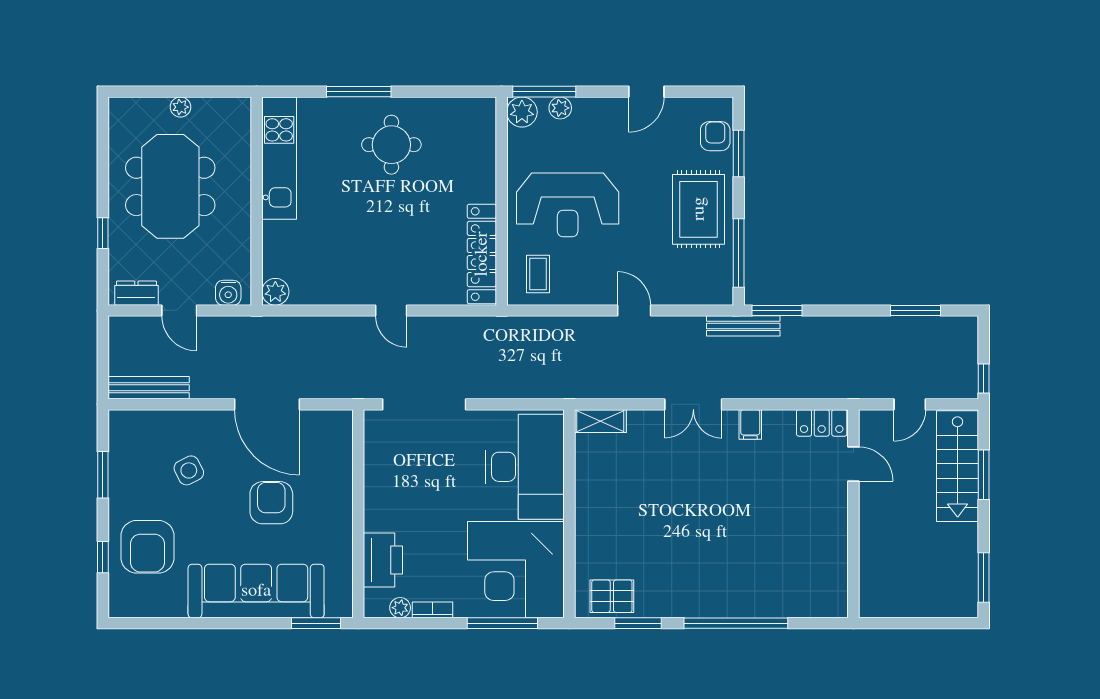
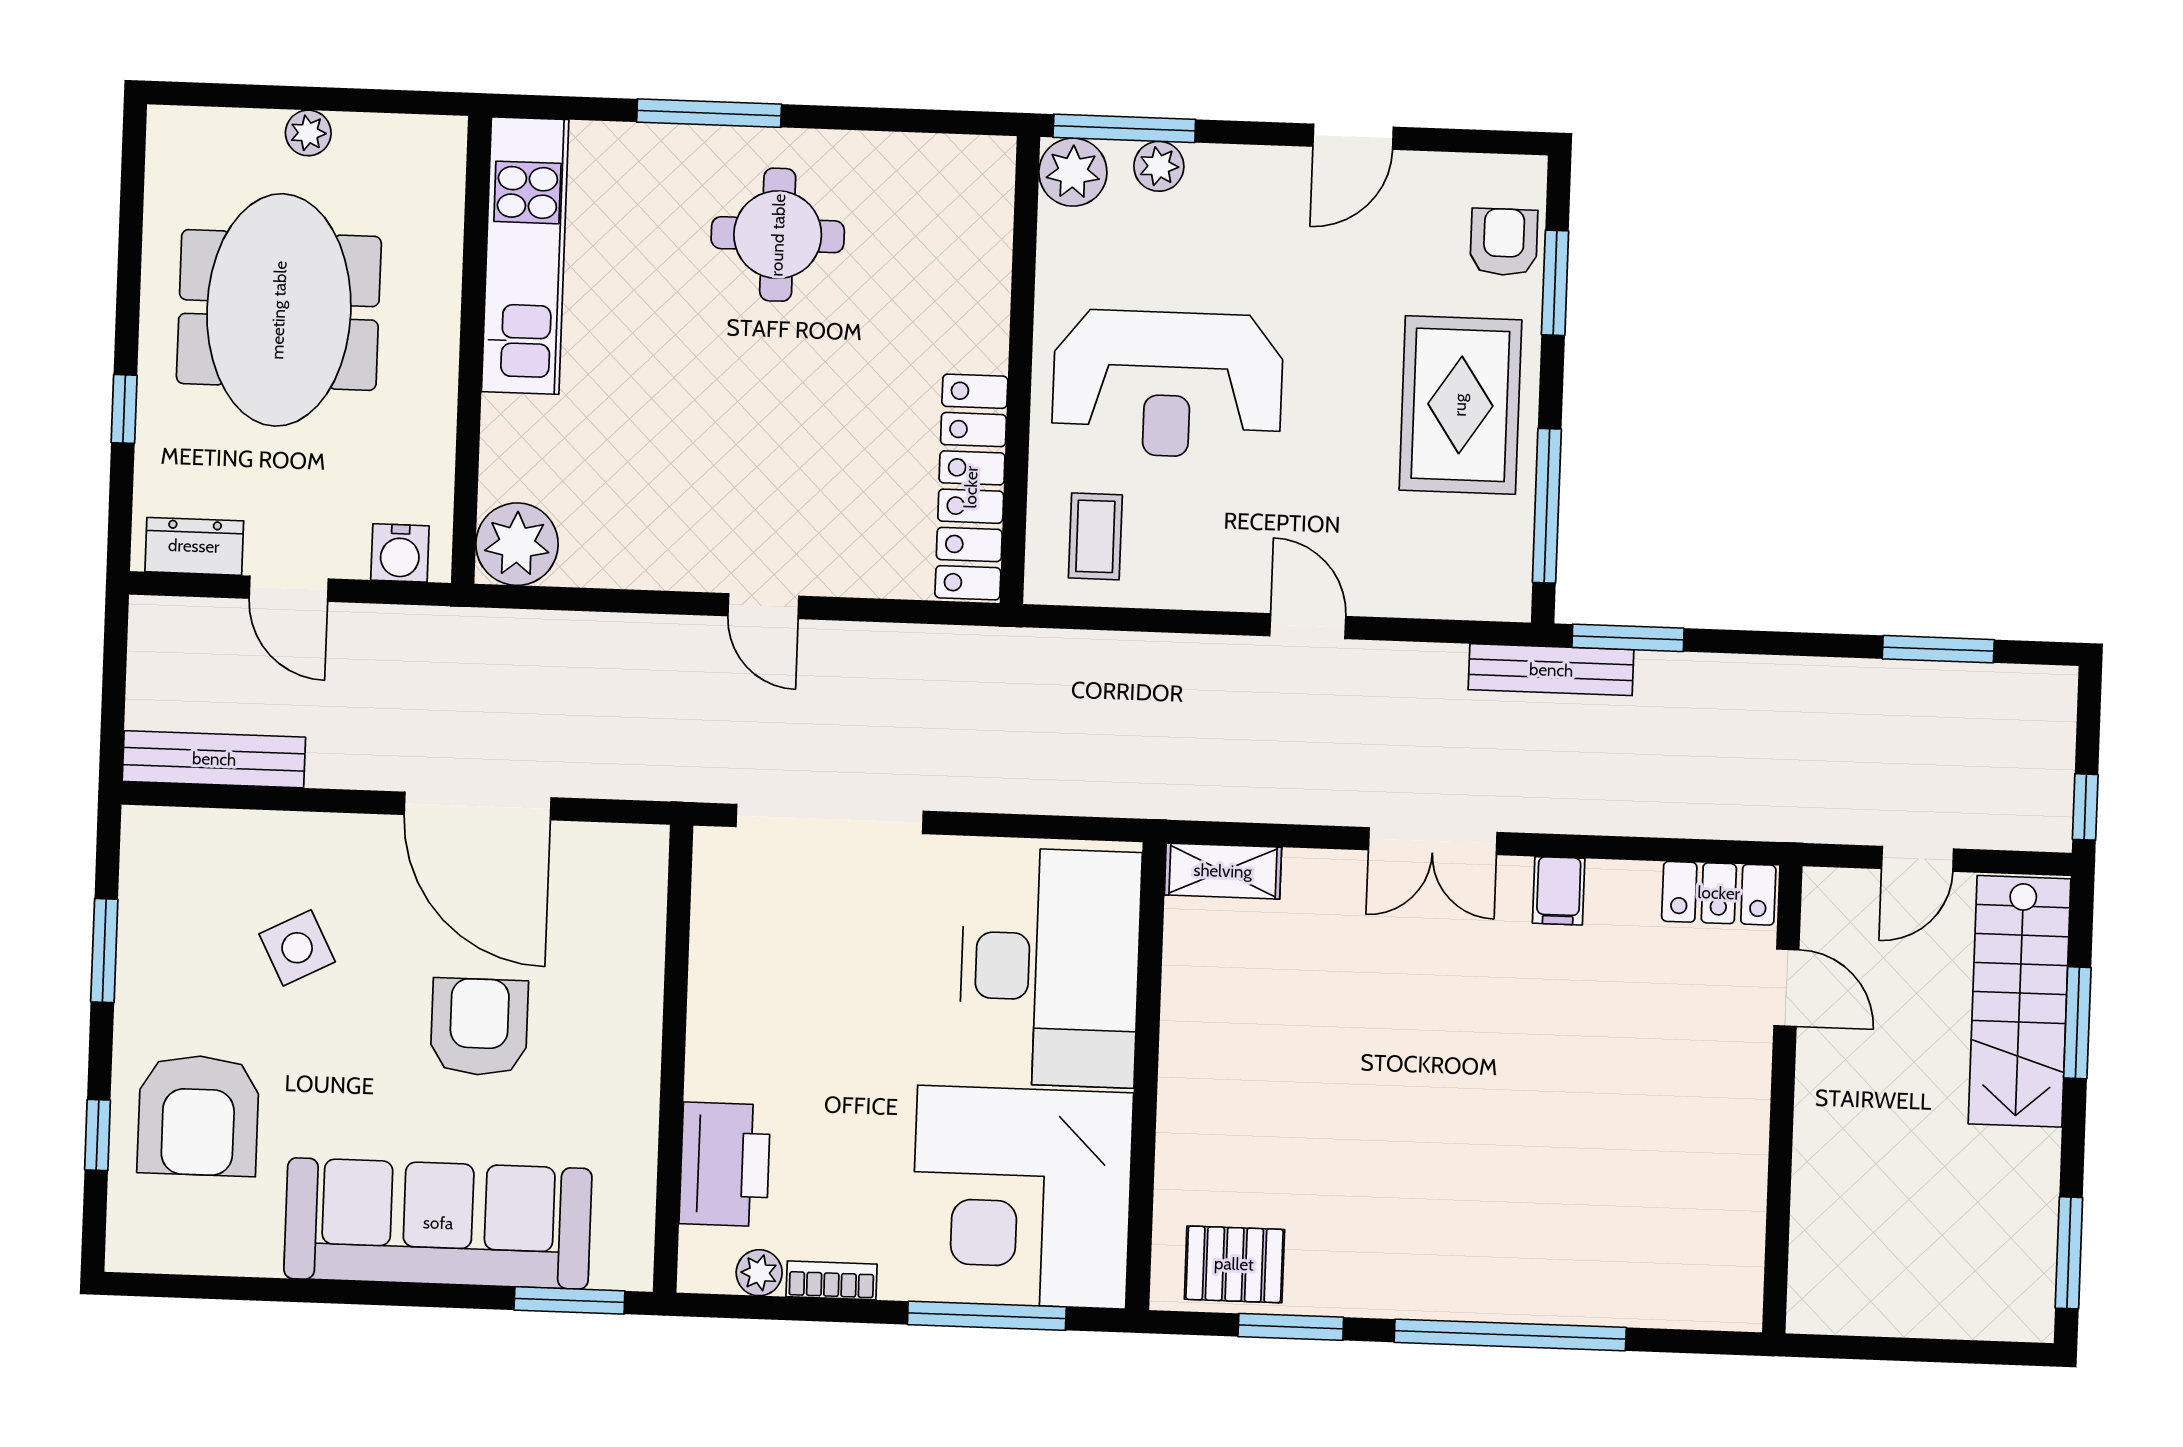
plant: (275, 292) -> (517, 544), width x1.36, depth x1.36

